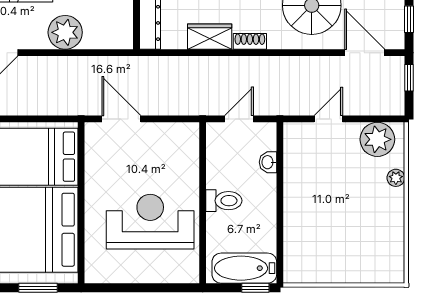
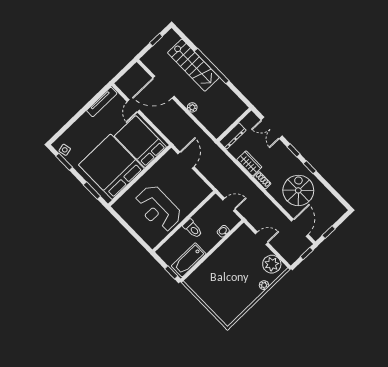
plant: (65, 32) -> (192, 107), width x0.53, depth x0.53
reception desk: (150, 222) -> (158, 209), turned 180
bathtub: (244, 268) -> (189, 260), moved, turned -90

